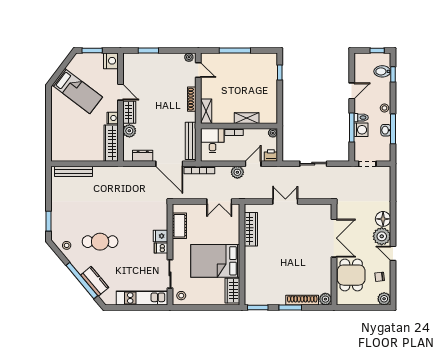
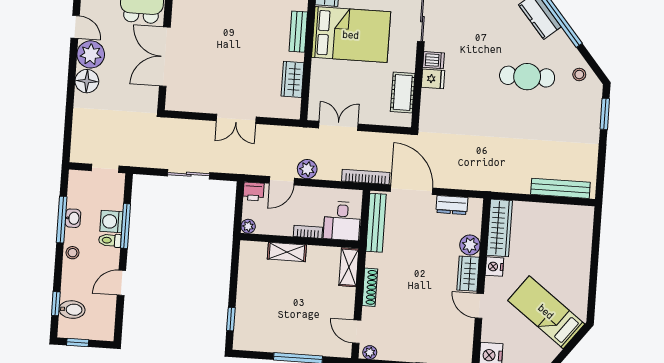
wardrobe: (251, 229) -> (292, 79), width x0.67
bench: (249, 260) -> (298, 32), added

